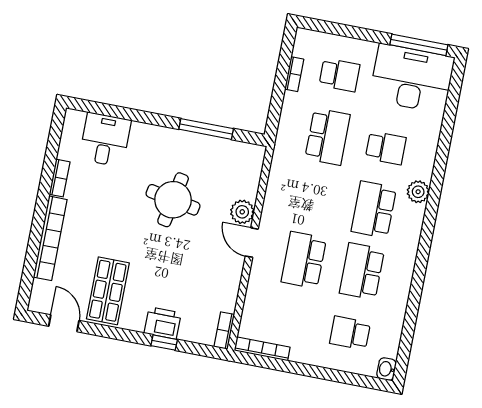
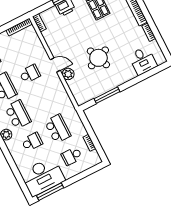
school desk: (328, 137) -> (58, 129), turned 180
school desk: (386, 148) -> (32, 142), turned 180
round table: (173, 200) -> (98, 58), turned -33
school desk: (304, 260) -> (30, 74), width x0.54

